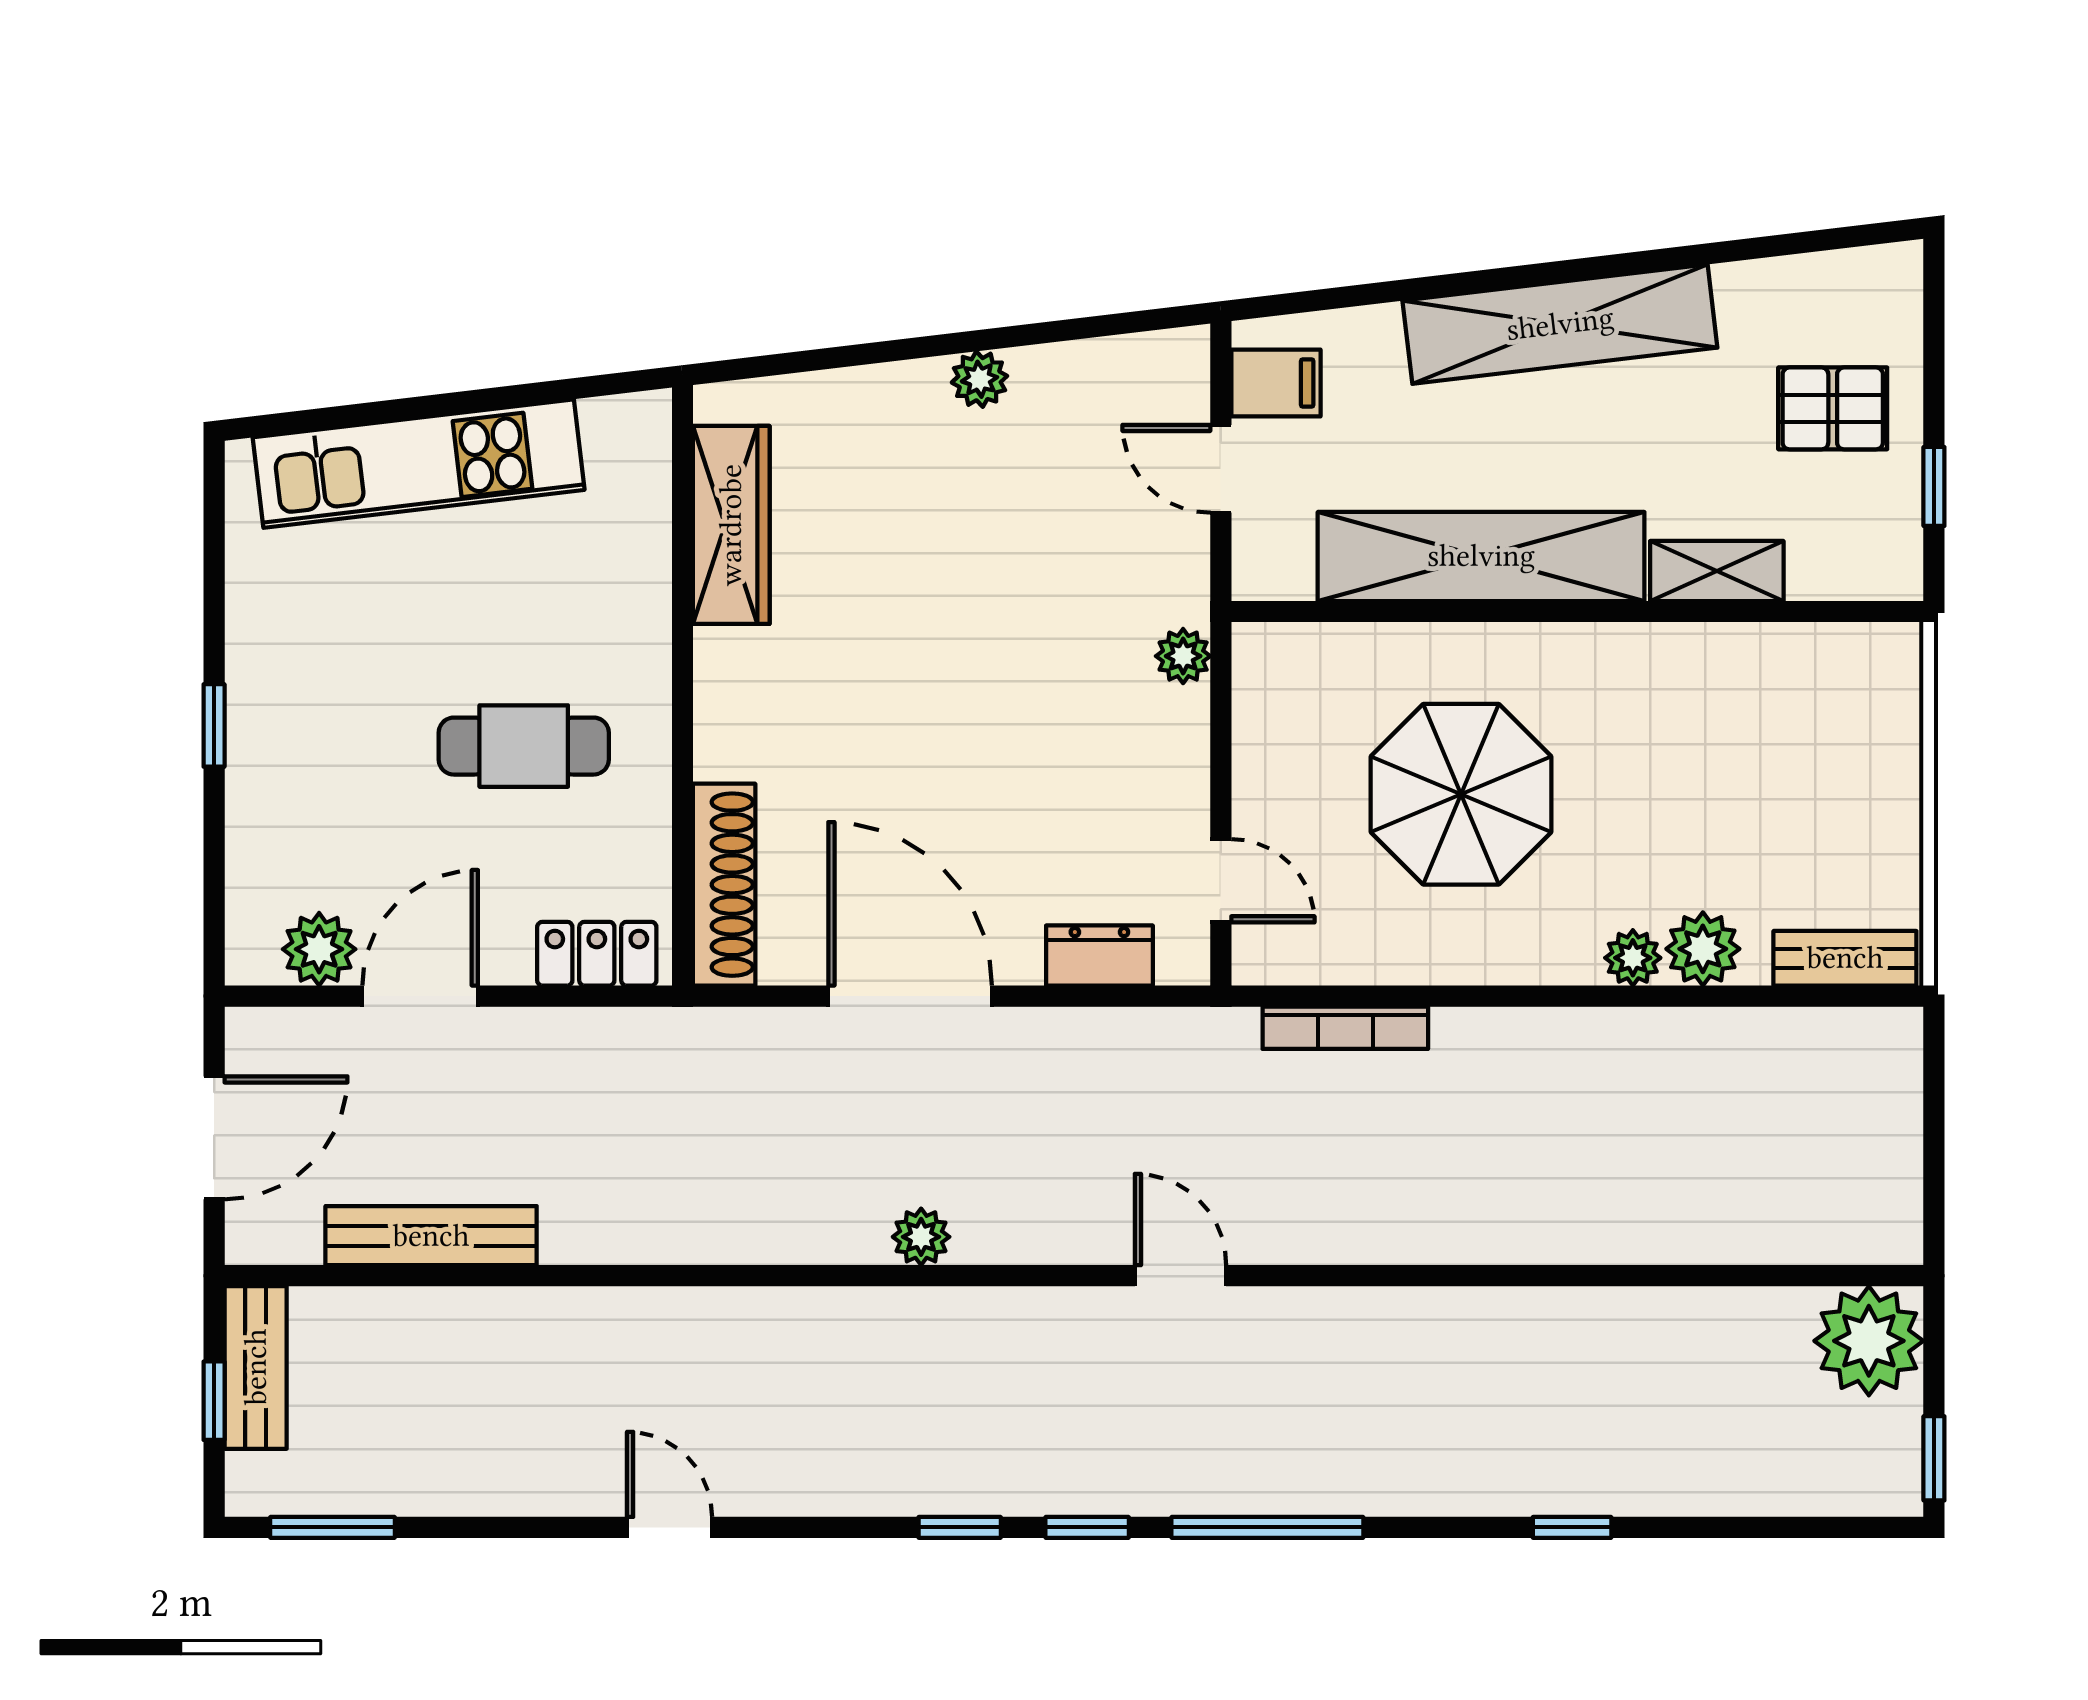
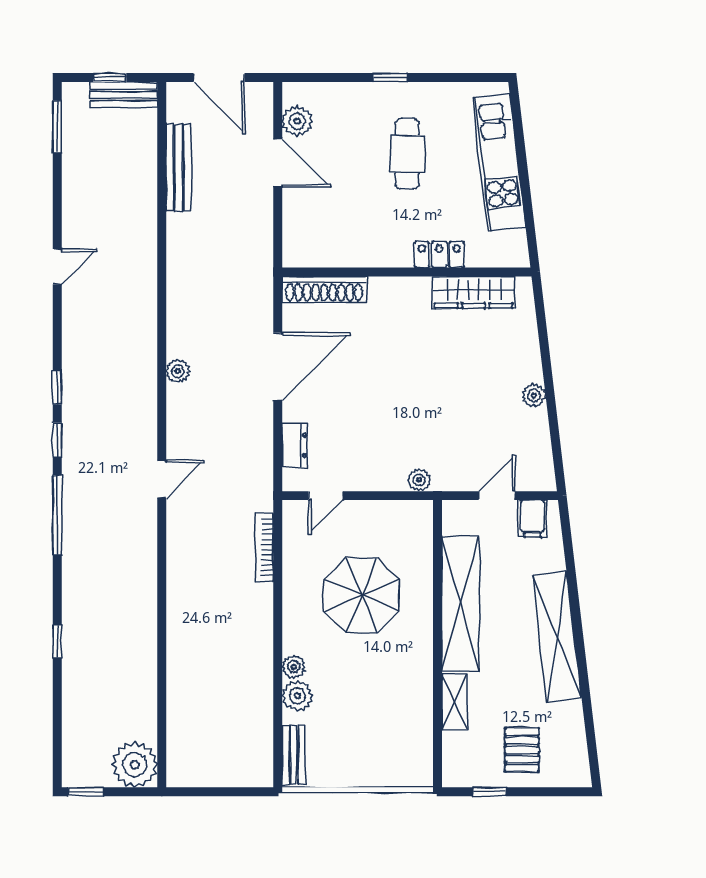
cafe table: (524, 746) -> (407, 154), moved
locker: (597, 954) -> (439, 254), moved, turned -90

